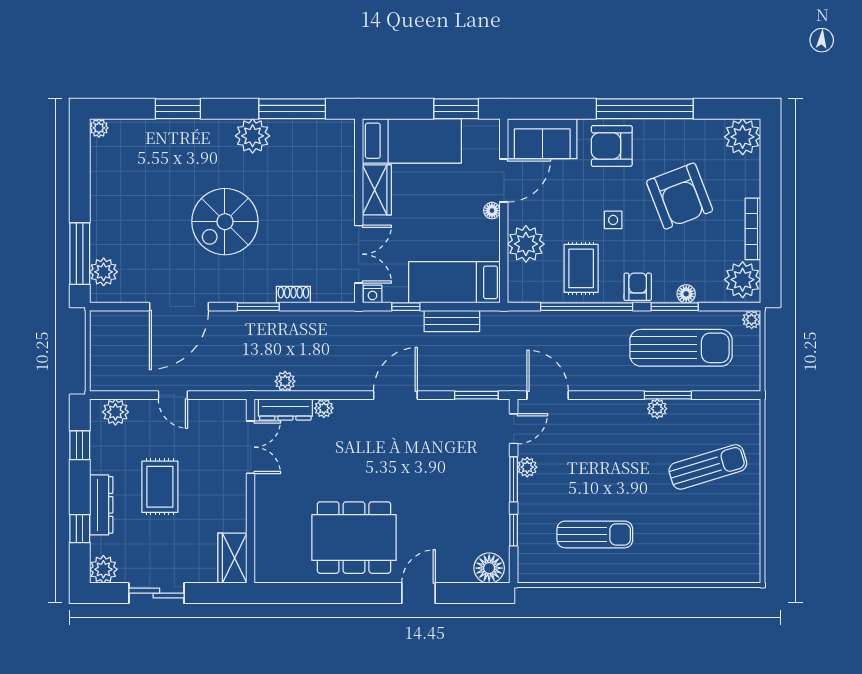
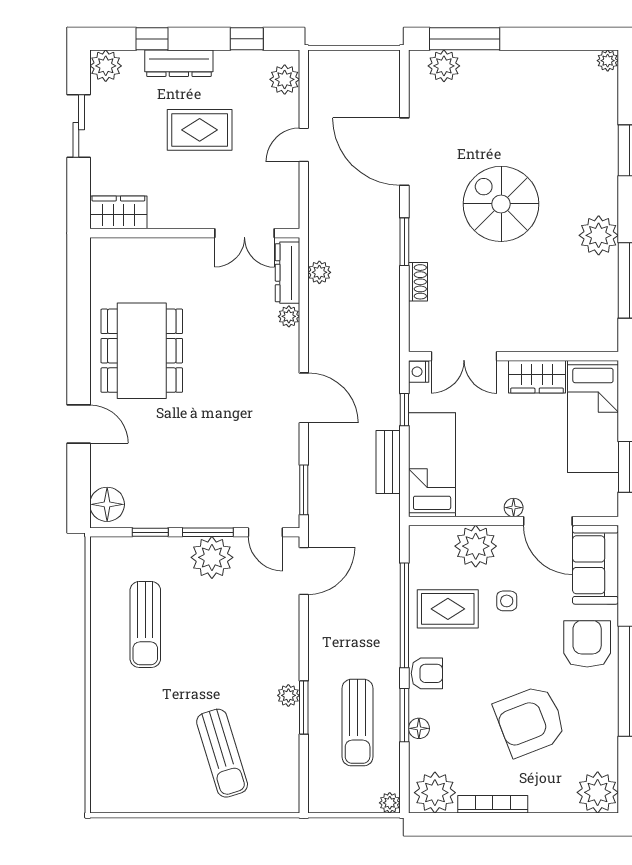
side table: (613, 220) -> (507, 601), moved
sun lounger: (681, 348) -> (358, 723), width x0.73, depth x0.75
plant: (527, 467) -> (212, 557), width x1.88, depth x1.88

